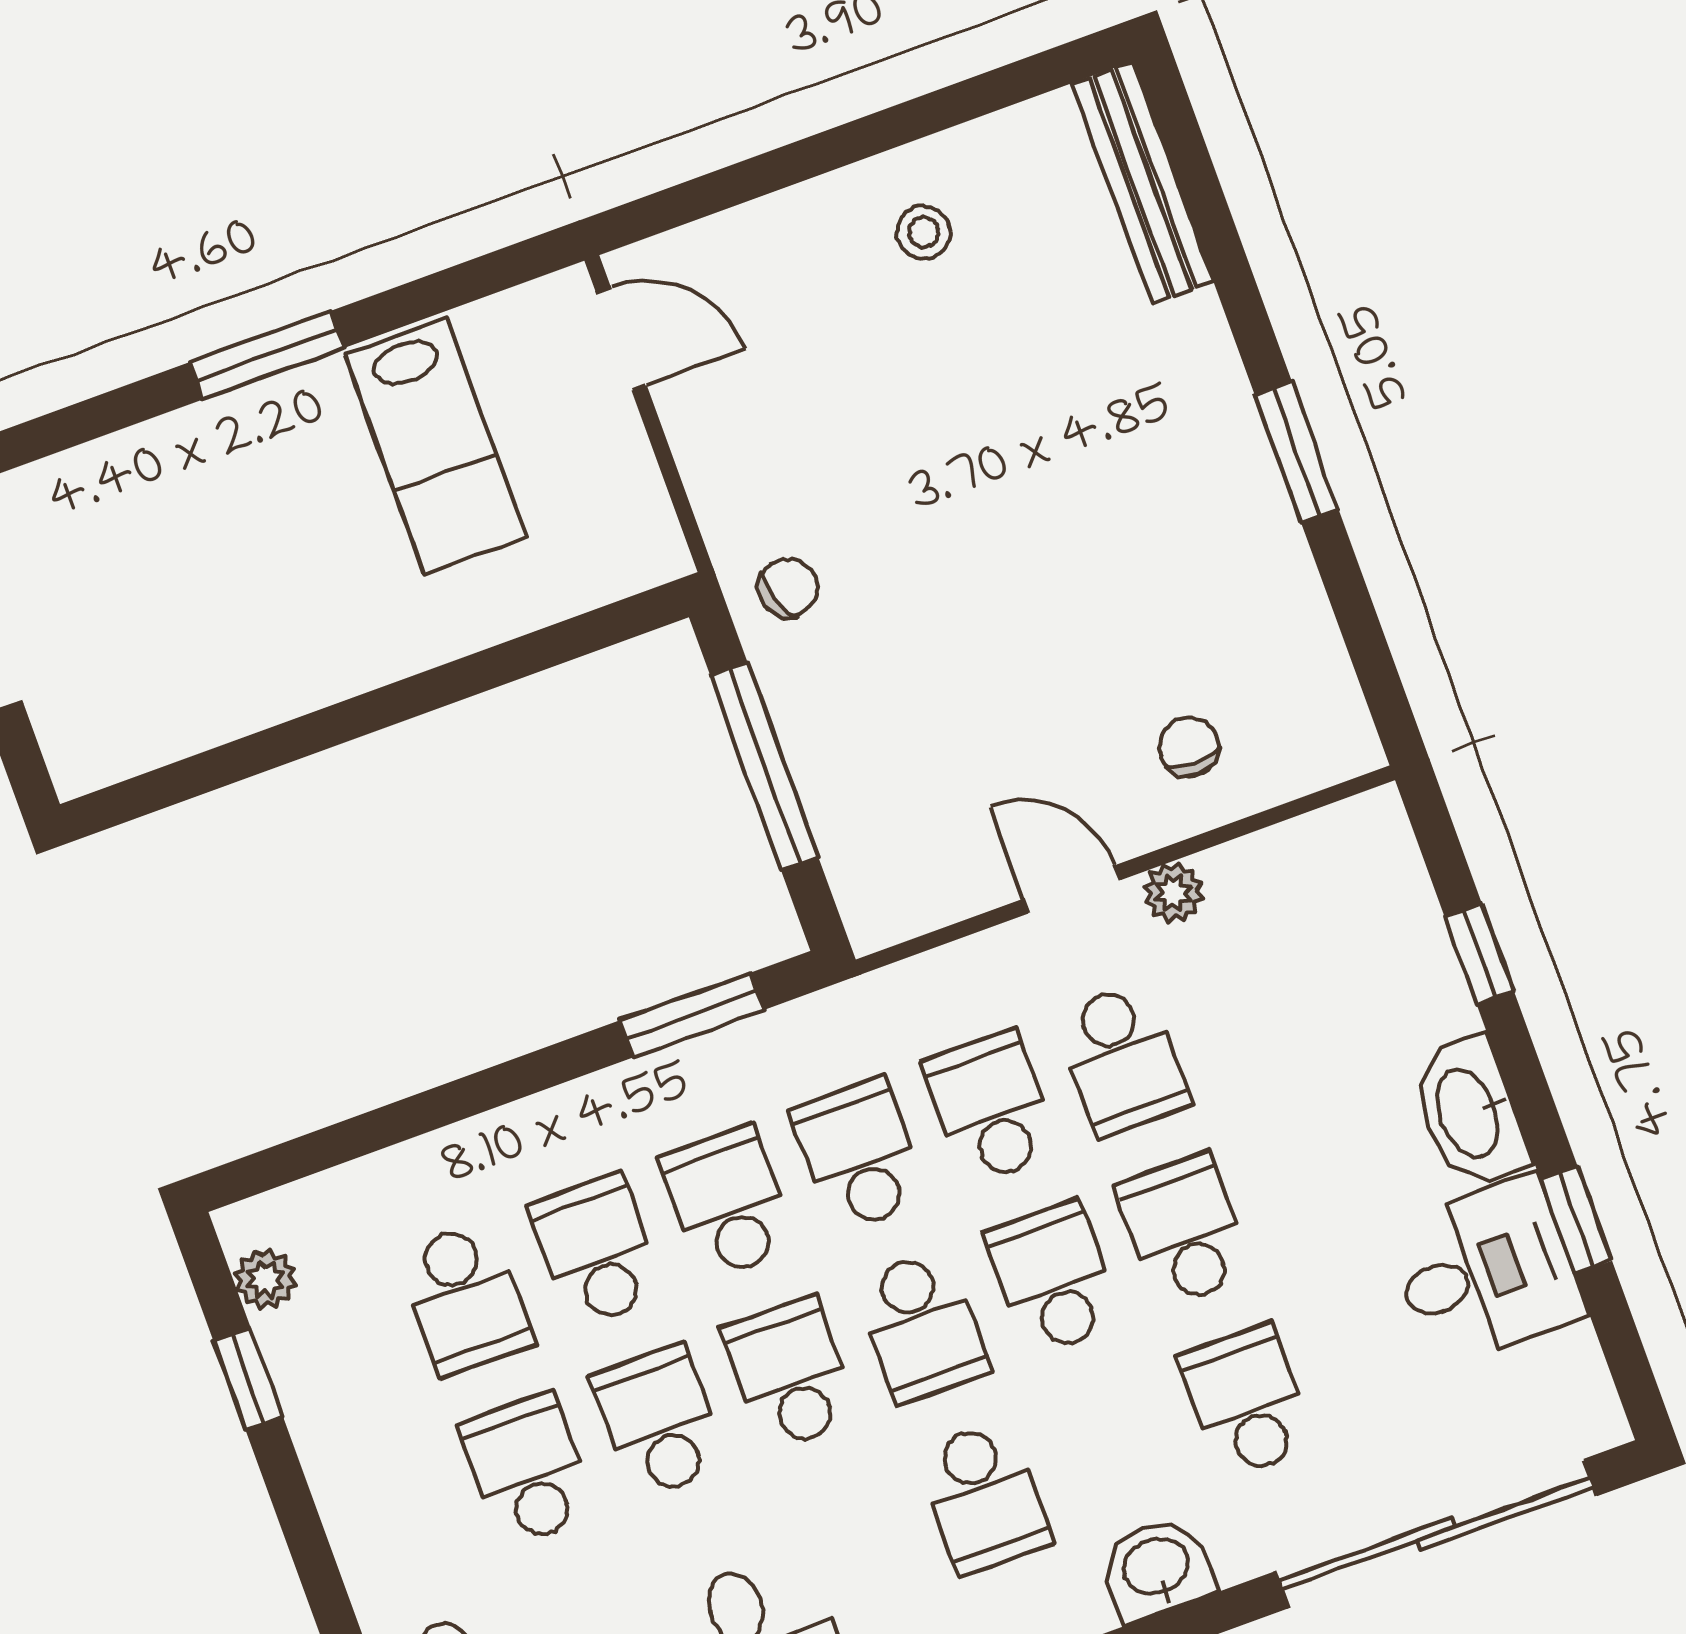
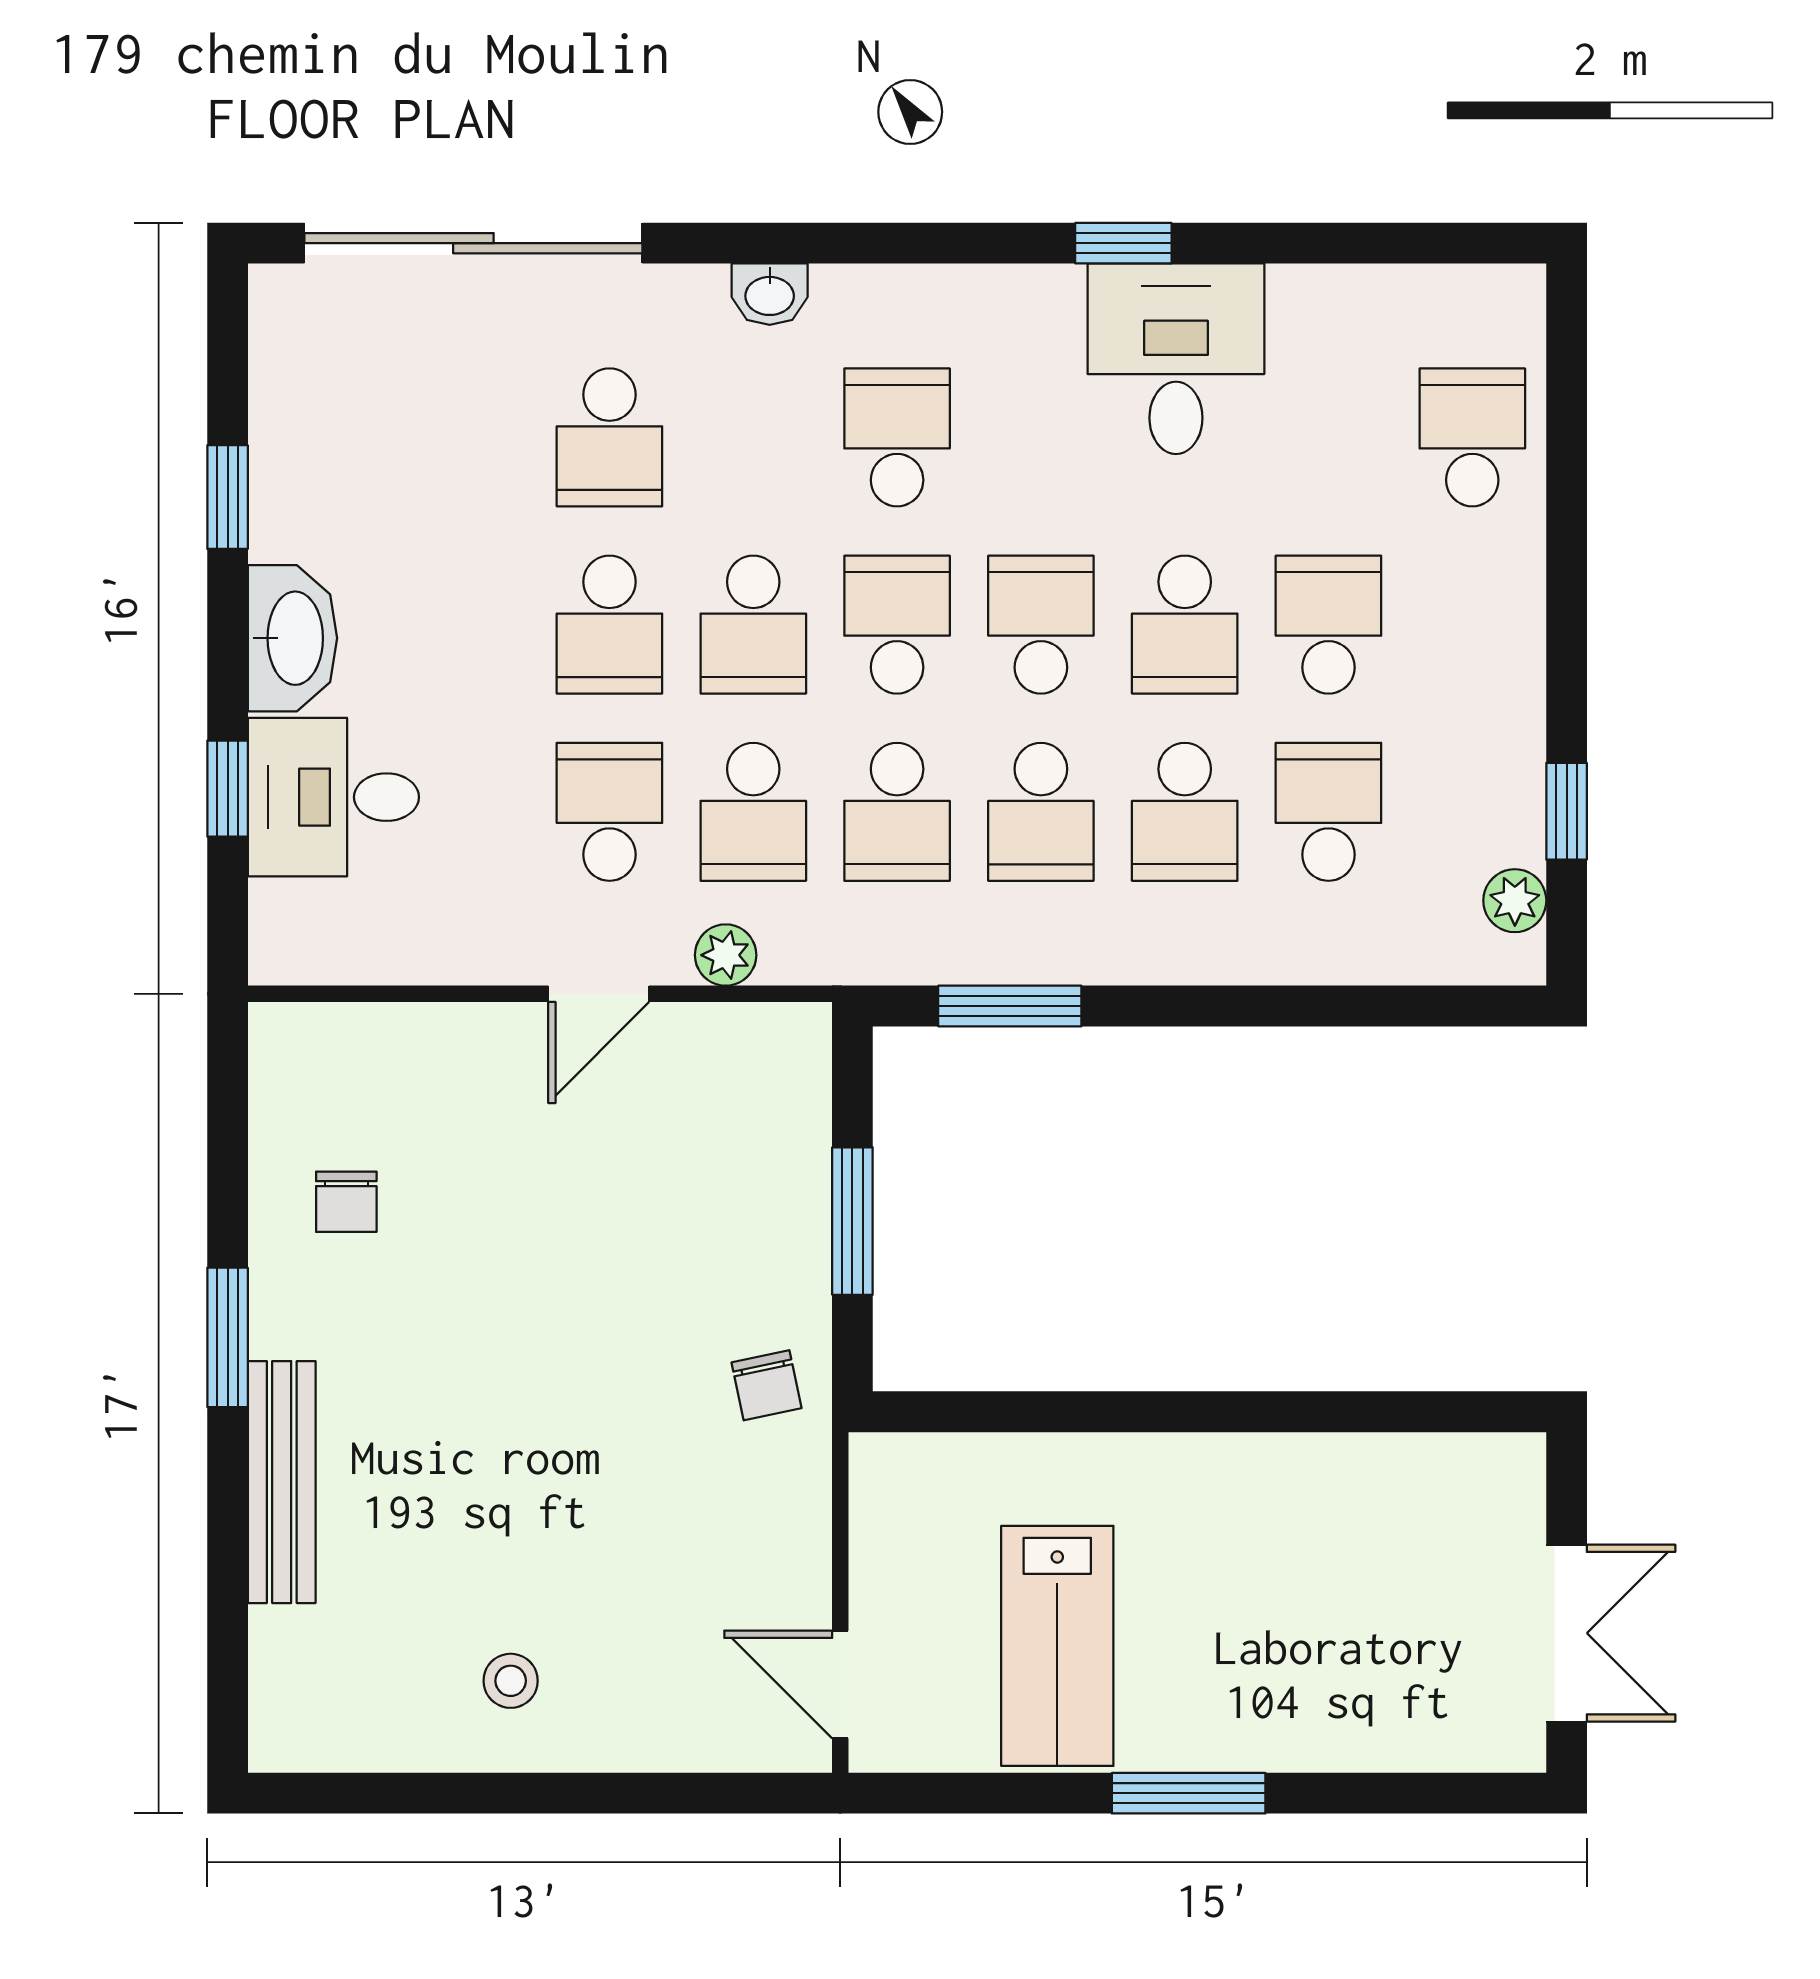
bench: (1142, 183) -> (282, 1482), moved
lab bench: (436, 446) -> (1057, 1646), turned 180
chair: (788, 588) -> (767, 1385), turned -83
chair: (1189, 746) -> (346, 1202), moved
window: (764, 766) -> (852, 1221), width x0.69
door: (1072, 889) -> (599, 994), hinge flipped
plant: (1173, 893) -> (726, 955), moved
desk: (1485, 1271) -> (333, 797), moved
school desk: (790, 1374) -> (1041, 625), turned 180
school desk: (528, 1470) -> (1328, 625), turned 180
washbasin: (1157, 1568) -> (770, 294), width x0.72, depth x0.69

